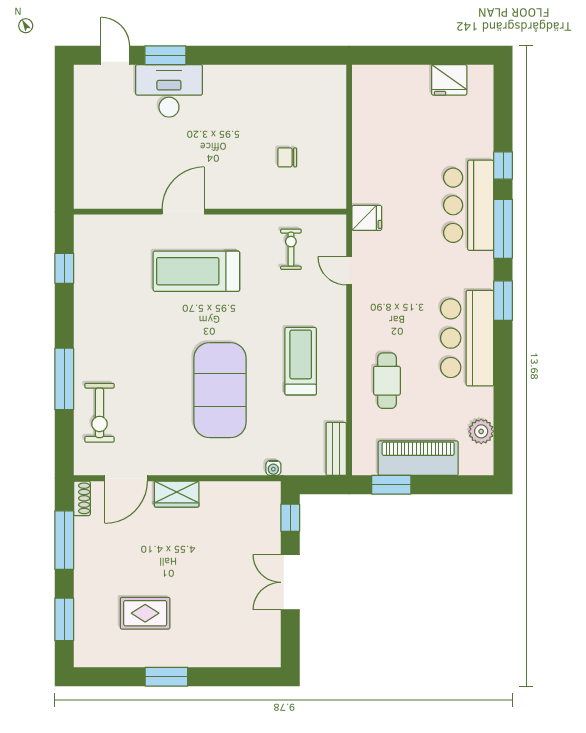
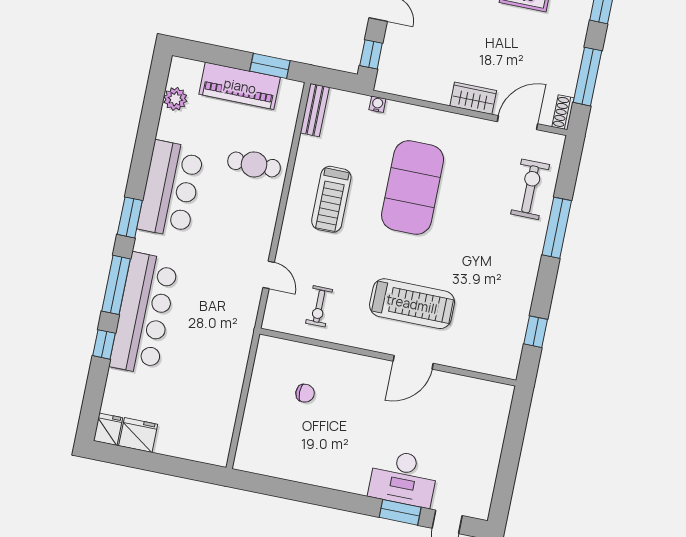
bar counter: (469, 205) -> (144, 314), width x1.36
fridge: (367, 218) -> (108, 429), moved, turned 90
cafe table: (387, 381) -> (254, 164), turned 90

